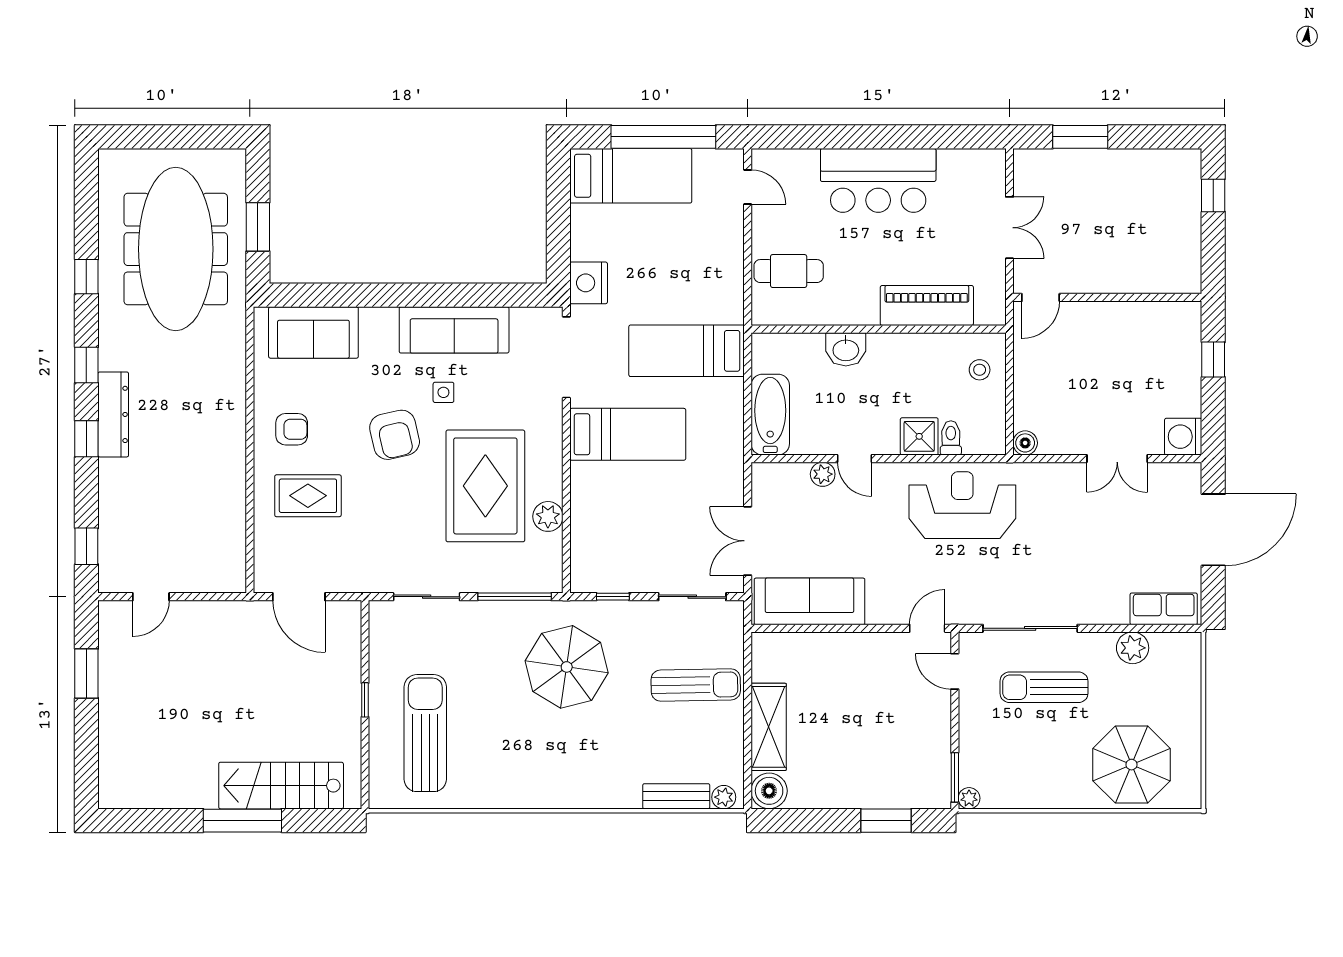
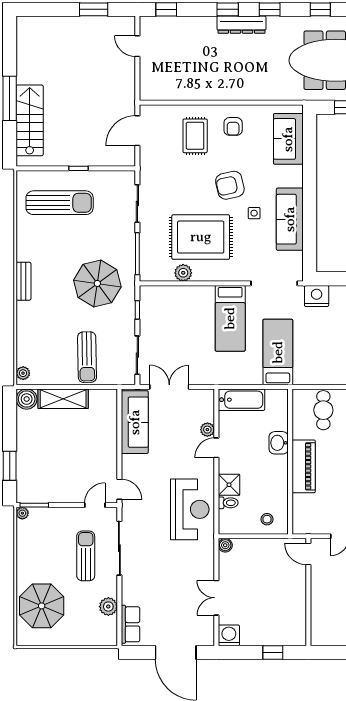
piano: (927, 305) -> (304, 466), moved
bench: (676, 796) -> (24, 281), moved

